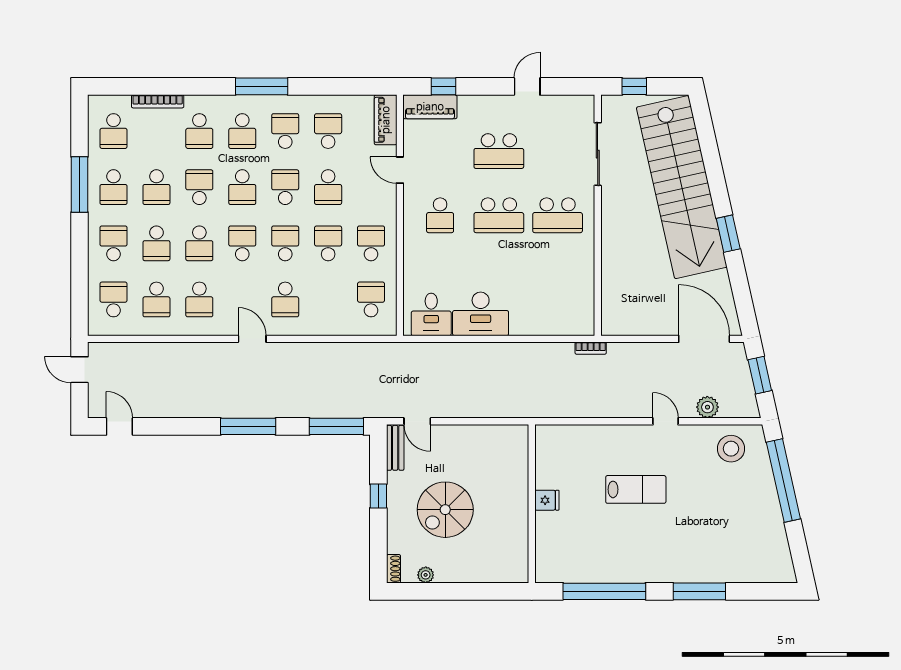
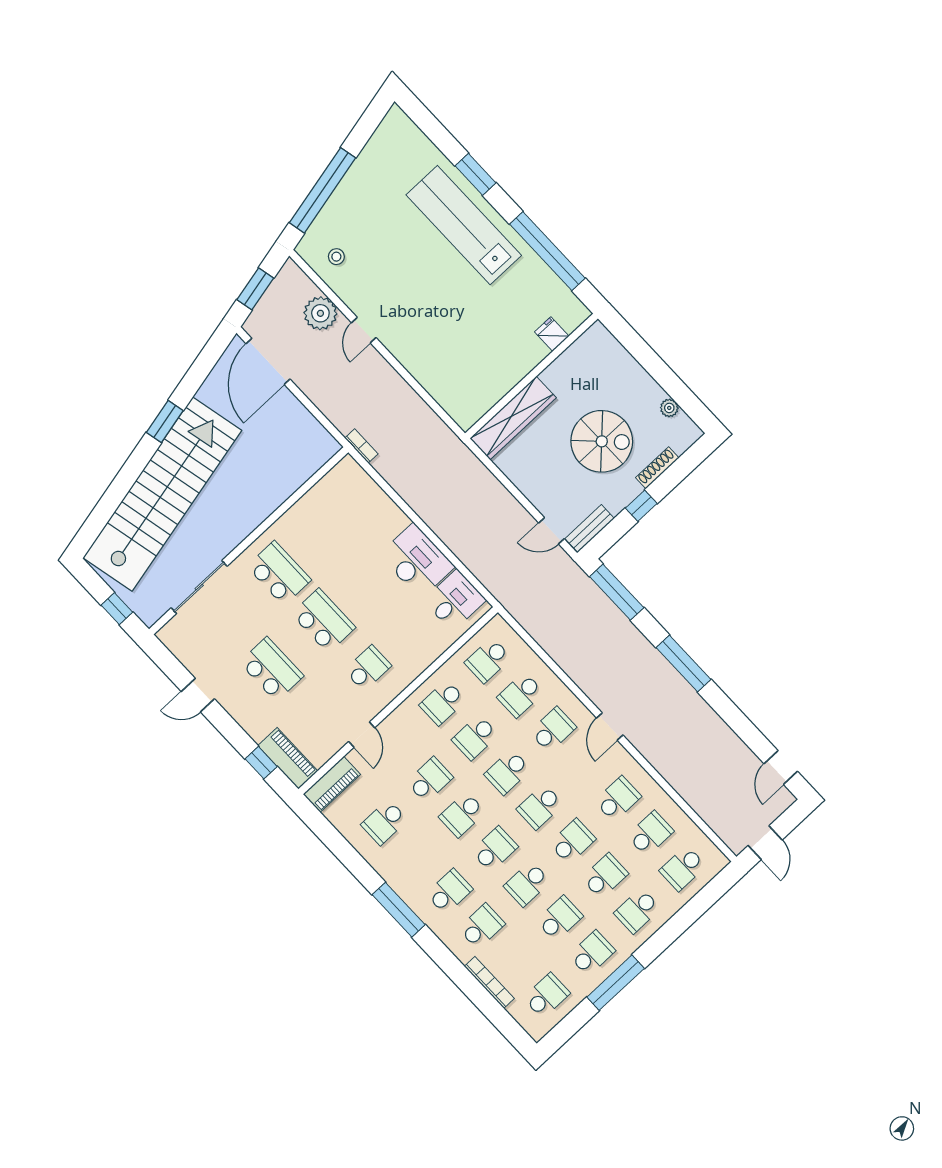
school desk: (285, 131) -> (520, 695), moved
plant: (707, 407) -> (320, 313), width x1.36, depth x1.36
door: (417, 421) -> (551, 531), swing flipped
stool: (731, 449) -> (336, 257), width x0.53, depth x0.53
wardrobe: (515, 466) -> (513, 418), added
lab bench: (636, 489) -> (464, 225), moved, width x1.86, depth x1.39
fridge: (547, 500) -> (552, 334), moved
shoe rack: (393, 569) -> (657, 468), moved, width x1.43
window: (699, 591) -> (476, 174), width x0.69

